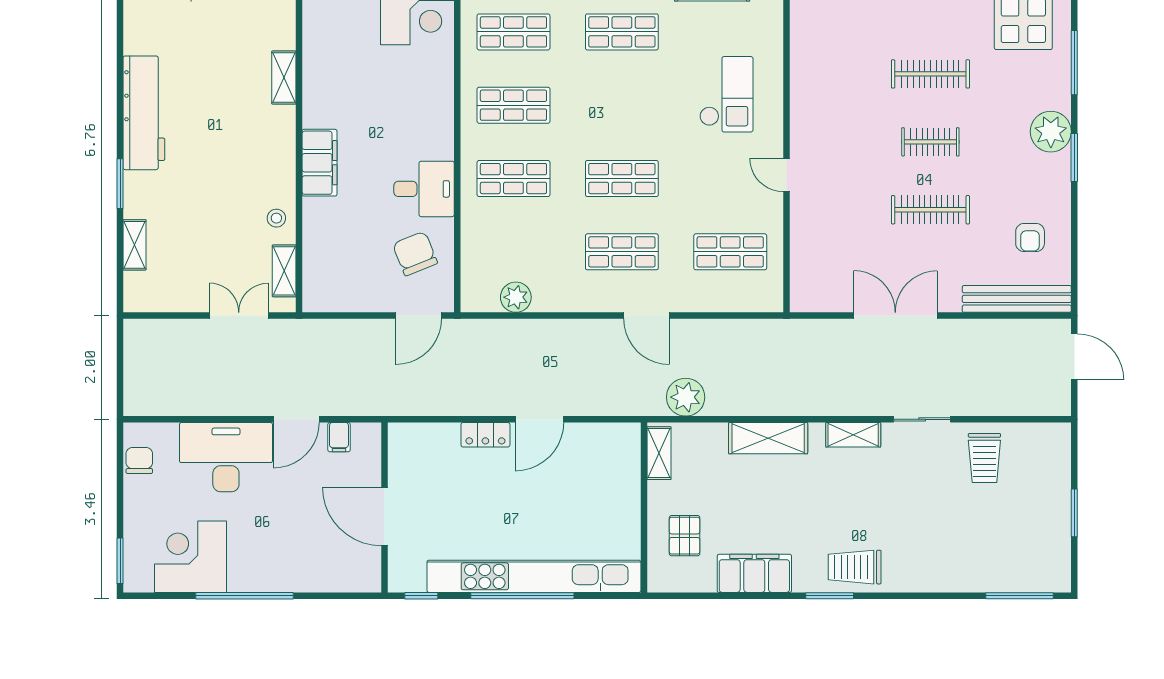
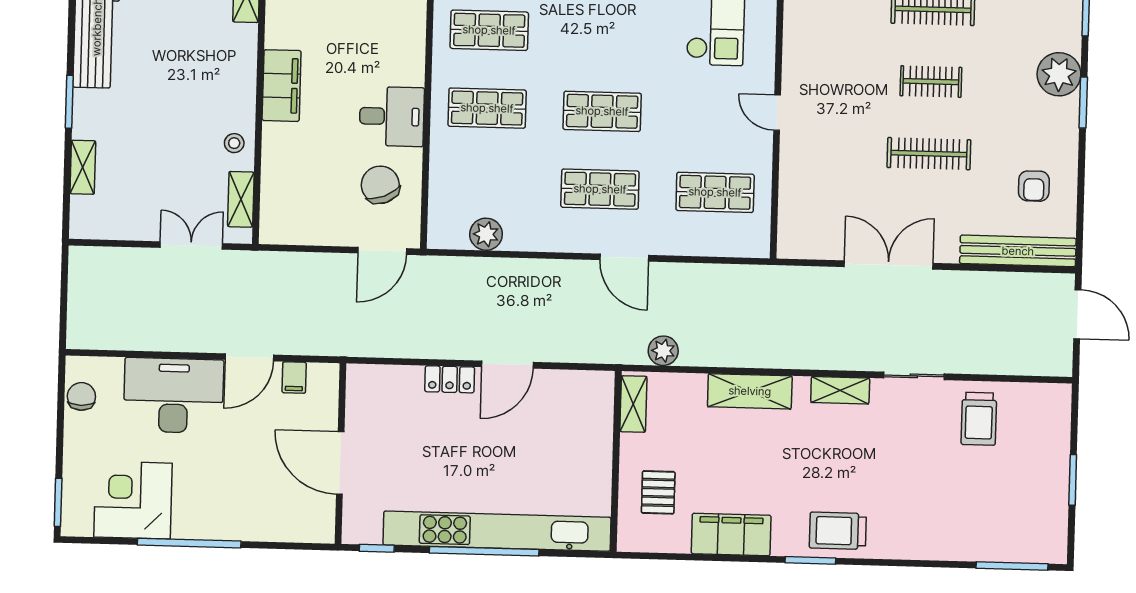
plant: (686, 397) -> (663, 351), width x0.73, depth x0.73

